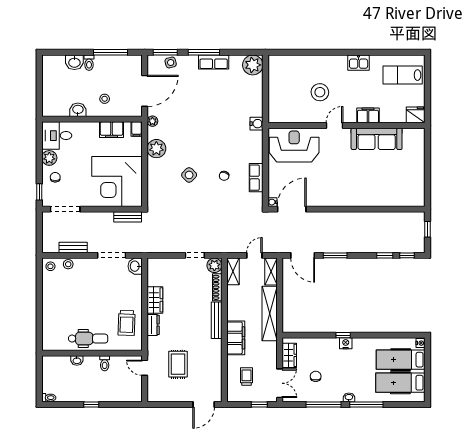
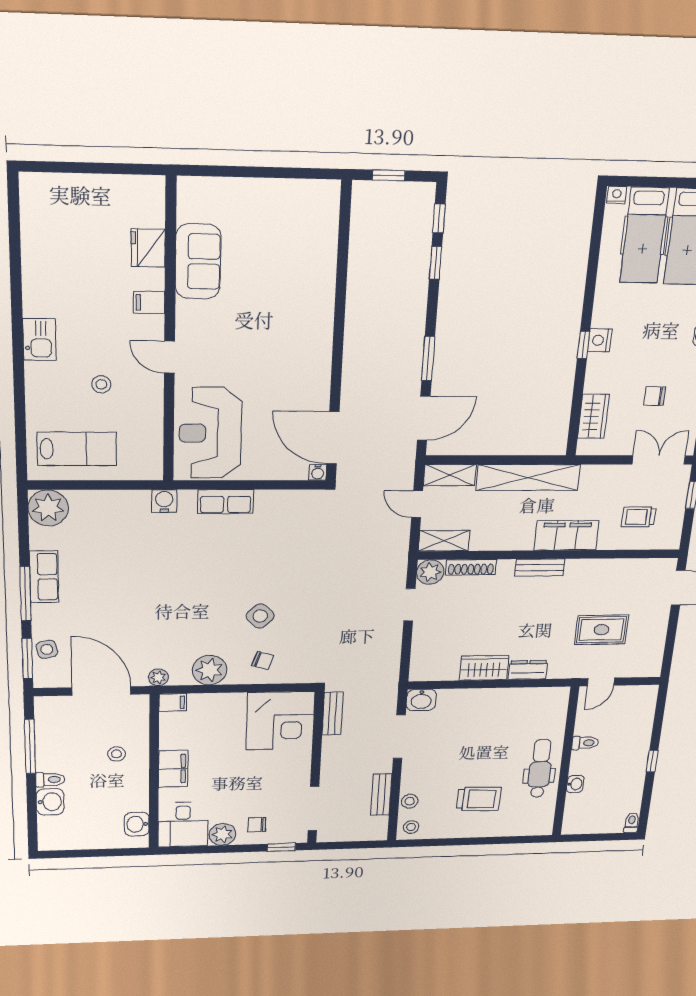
kitchen sink: (359, 63) -> (39, 340), moved
lab bench: (403, 75) -> (77, 449), moved, turned -90
stool: (320, 92) -> (101, 384), width x0.53, depth x0.53
washbasin: (78, 110) -> (137, 824), moved
filing cabinet: (368, 115) -> (149, 302), width x0.50
fridge: (416, 115) -> (148, 248), moved
filing cabinet: (112, 130) -> (173, 769), moved
sofa: (377, 139) -> (198, 261), width x0.73
chair: (224, 176) -> (263, 661), moved
row of seats: (256, 178) -> (226, 502), moved
corner desk: (117, 181) -> (280, 721), width x0.74, depth x0.74
bench: (217, 320) -> (540, 568), width x0.73
trolley: (126, 323) -> (479, 799), moved
wardrobe: (289, 355) -> (593, 416), moved, turned 90

